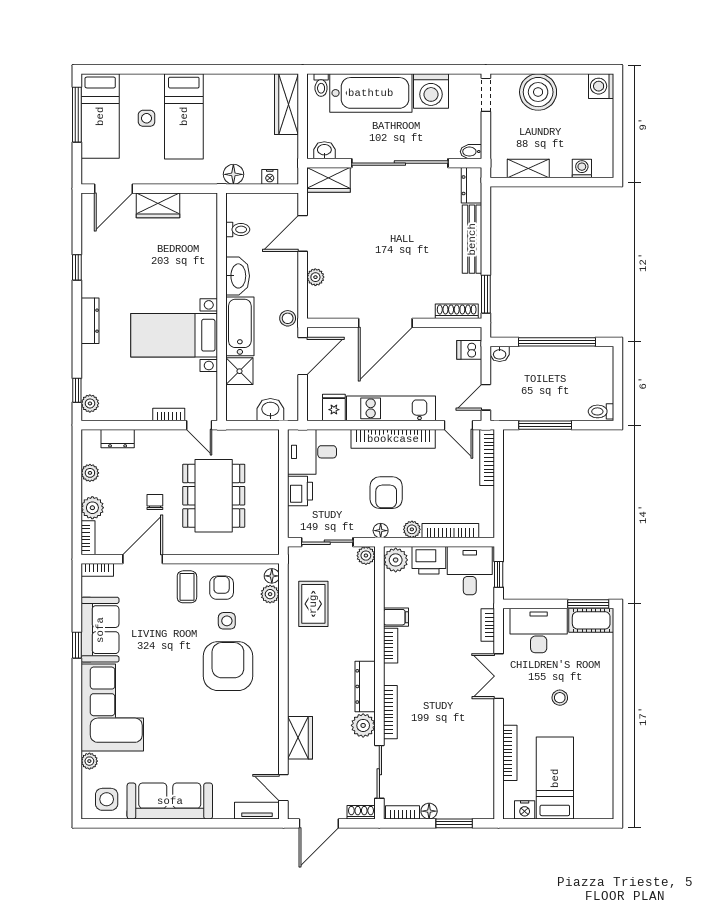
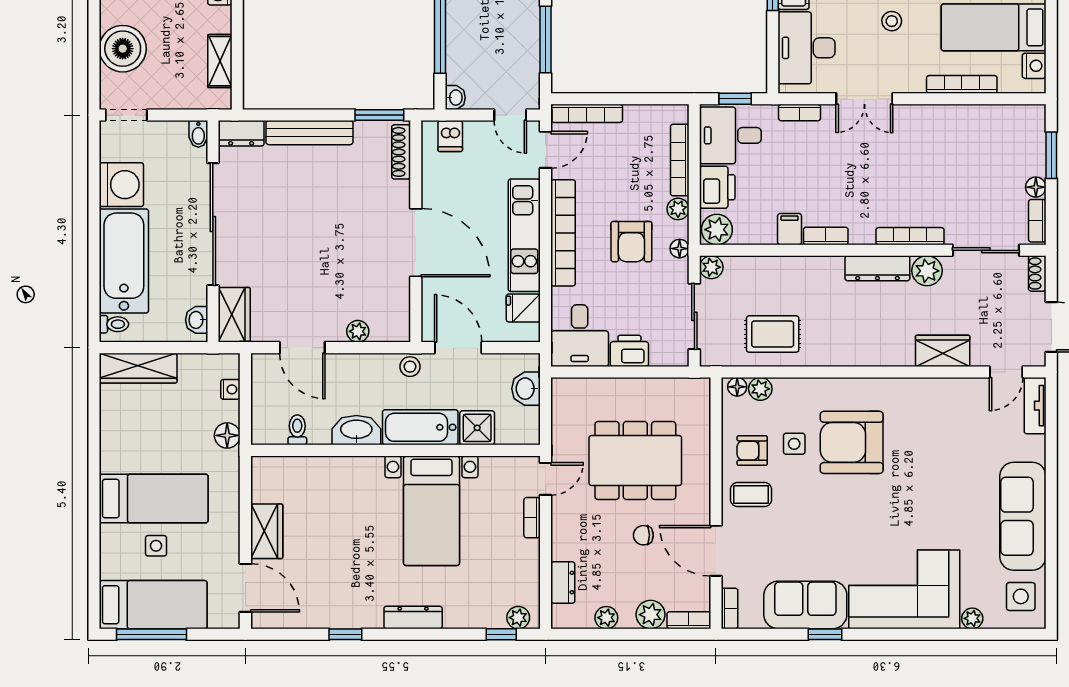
armchair: (386, 493) -> (631, 242), turned 90

